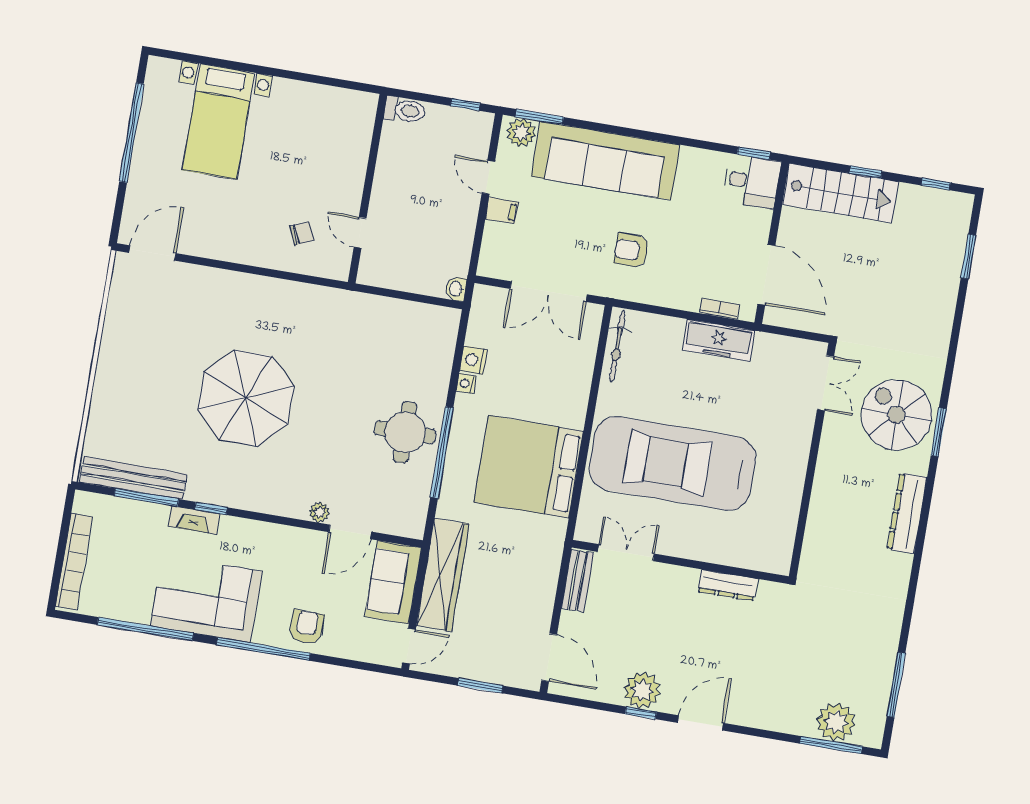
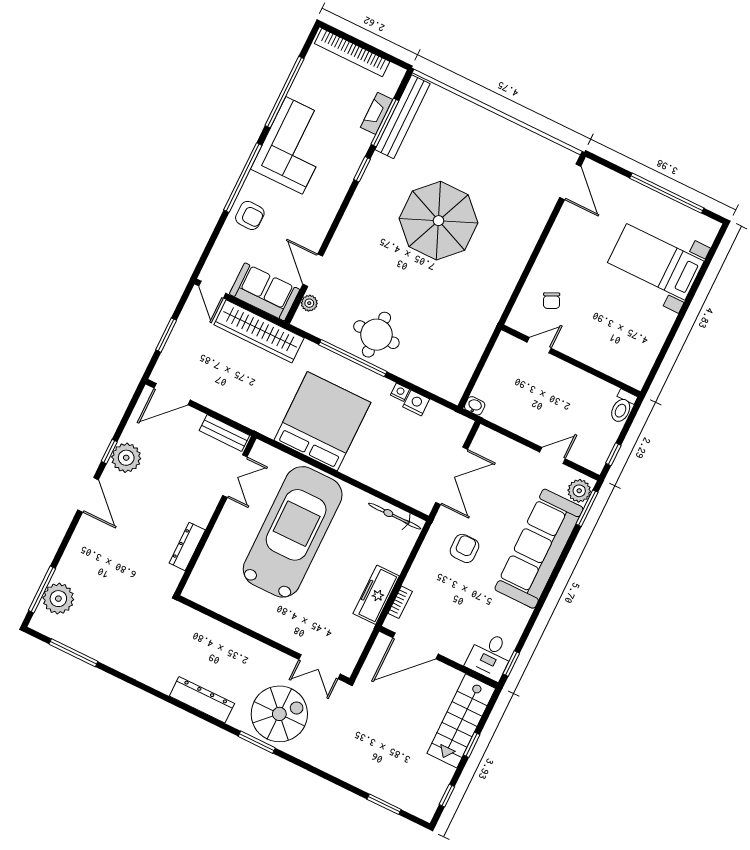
filing cabinet: (502, 210) -> (524, 458), removed
double door: (549, 292) -> (452, 476), swing flipped
plant: (319, 512) -> (309, 303), moved
fireplace: (194, 520) -> (377, 113), moved

